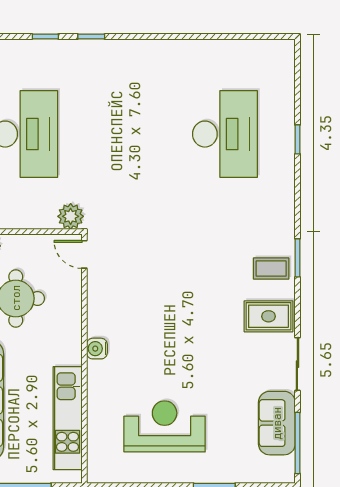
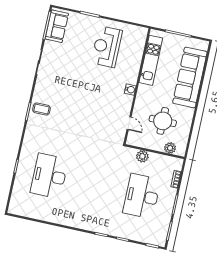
plant: (71, 216) -> (142, 156), moved
door: (84, 254) -> (129, 123), moved
rug: (268, 316) -> (48, 87), removed
sofa: (277, 423) -> (57, 26), moved
reception desk: (165, 426) -> (107, 47), turned 90

